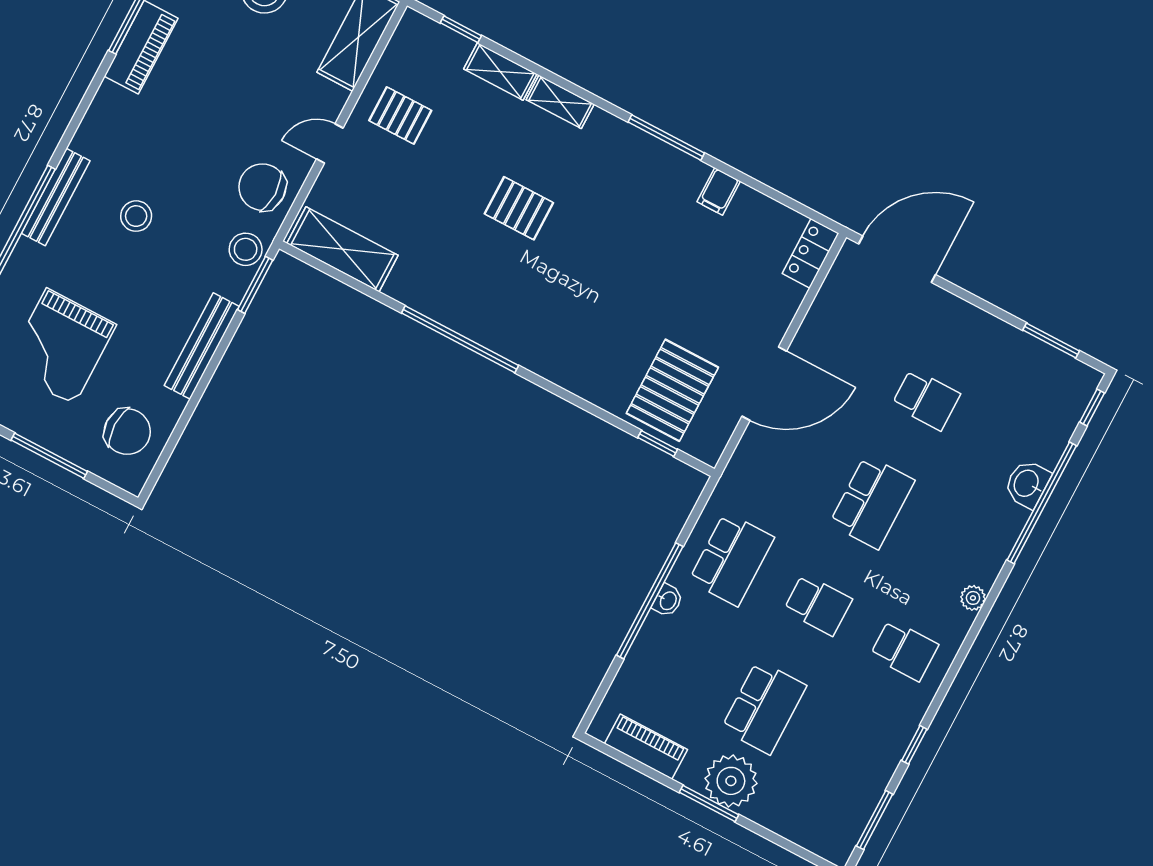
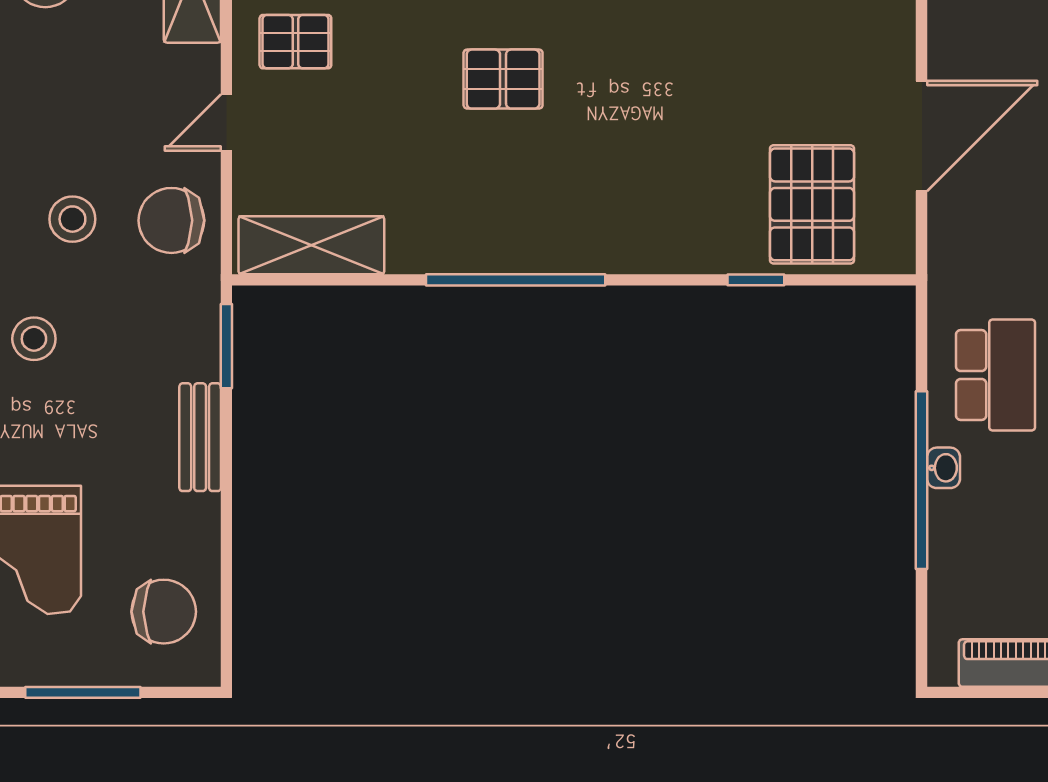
stool: (246, 249) -> (72, 219), moved
bench: (202, 346) -> (200, 437), width x0.73
window: (658, 443) -> (756, 280), moved

